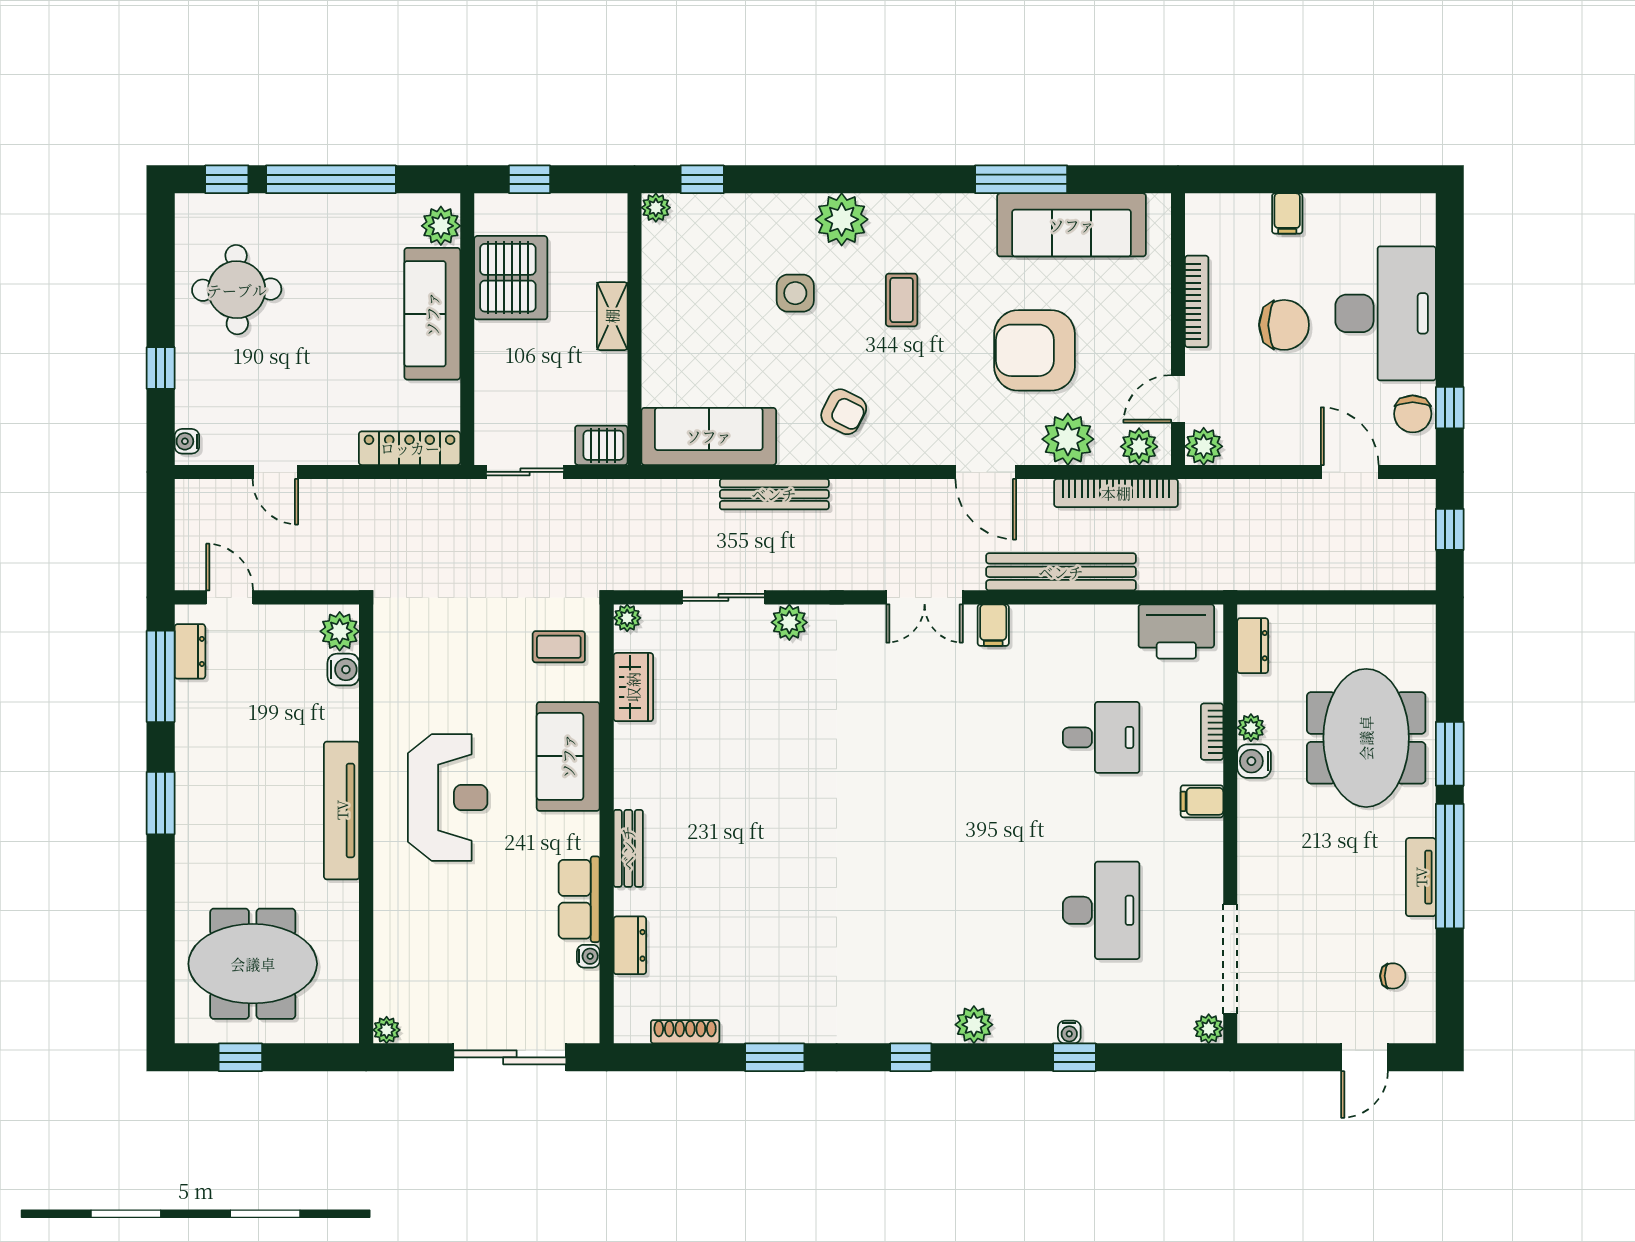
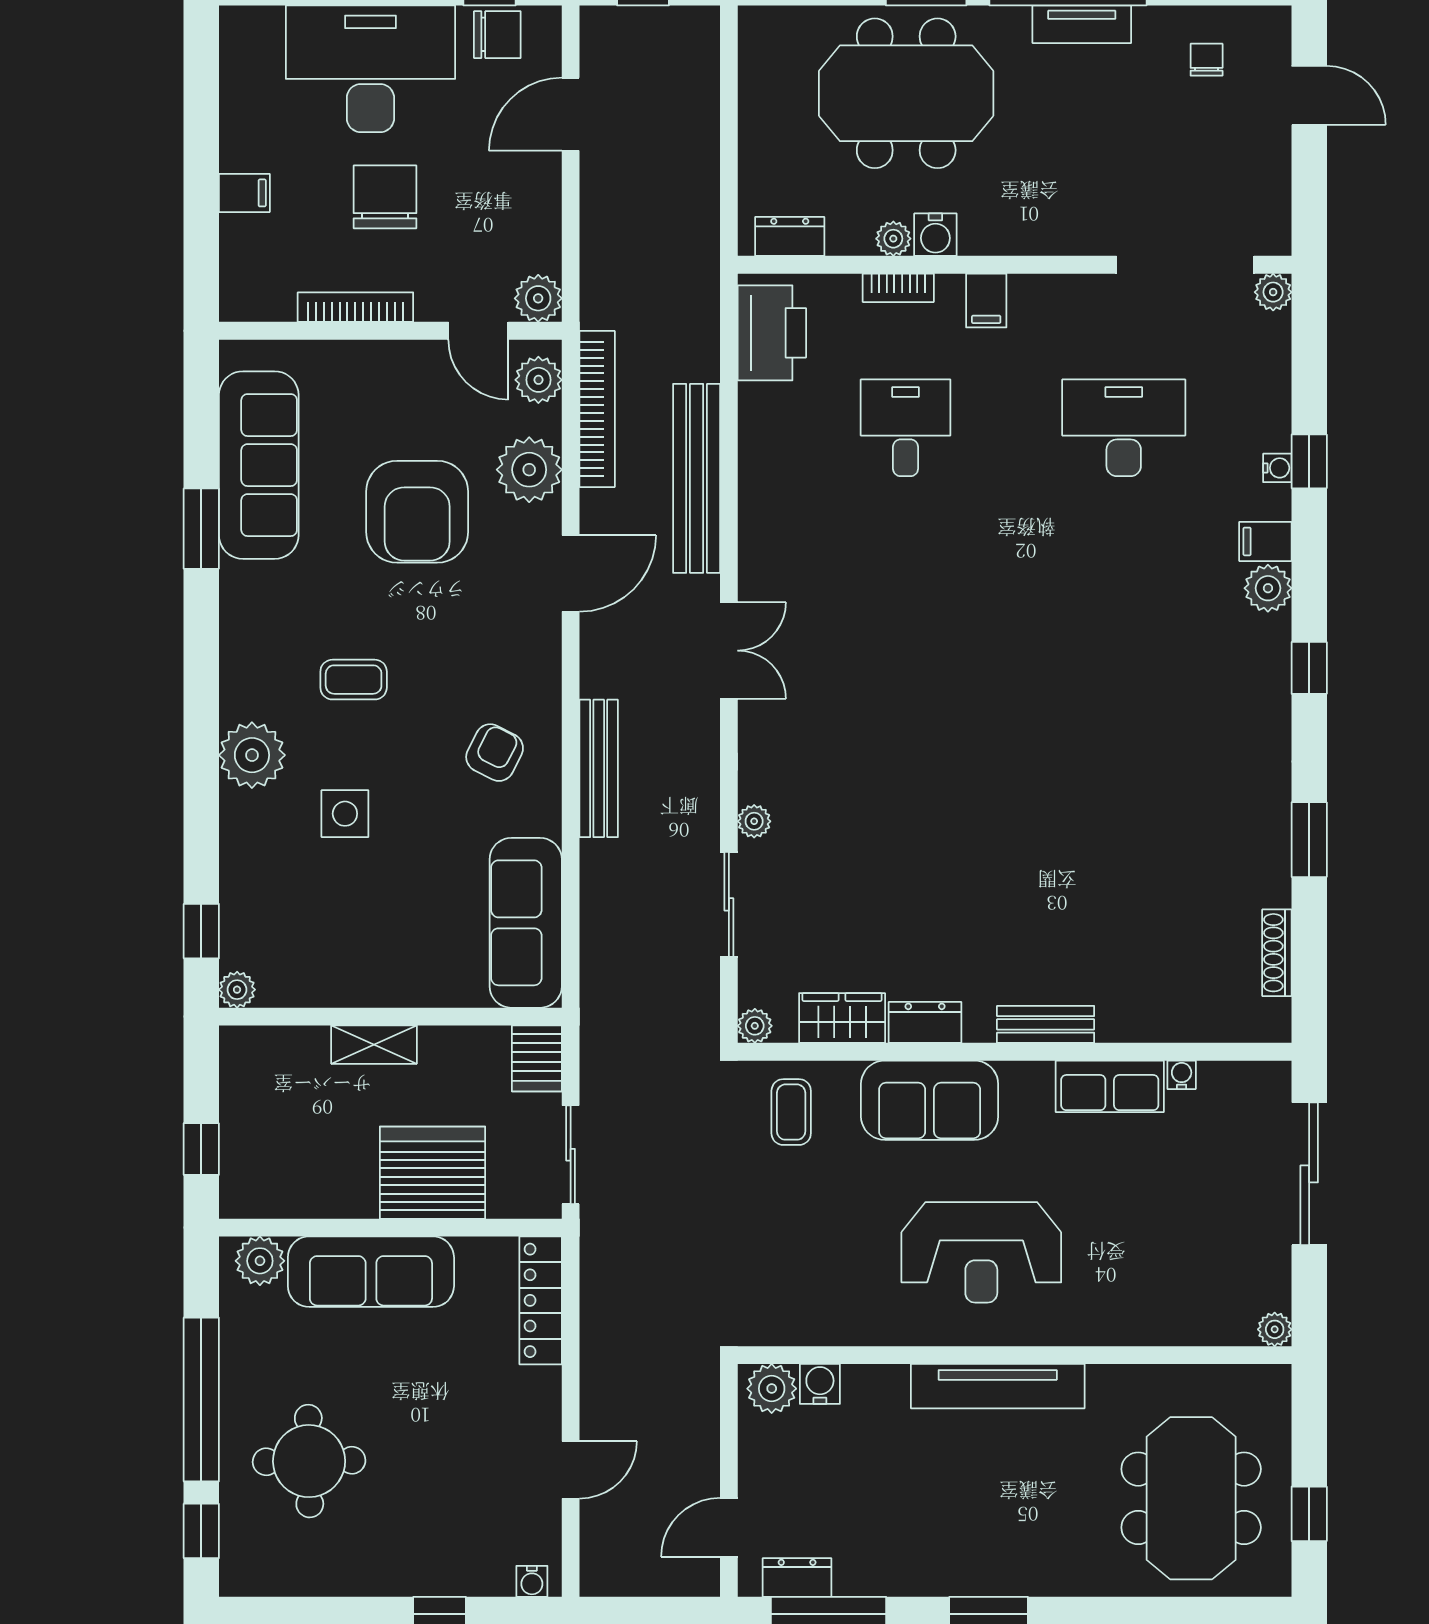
window: (1021, 179) -> (201, 529), width x0.69
server rack: (511, 278) -> (433, 1173), moved
round table: (237, 290) -> (309, 1461), moved
bench: (774, 494) -> (599, 768), moved
plant: (789, 622) -> (754, 821), width x0.73, depth x0.73
filing cabinet: (993, 625) -> (1265, 541), moved, turned 180
reception desk: (448, 797) -> (981, 1252), turned 180
dresser: (630, 945) -> (925, 1022), moved

